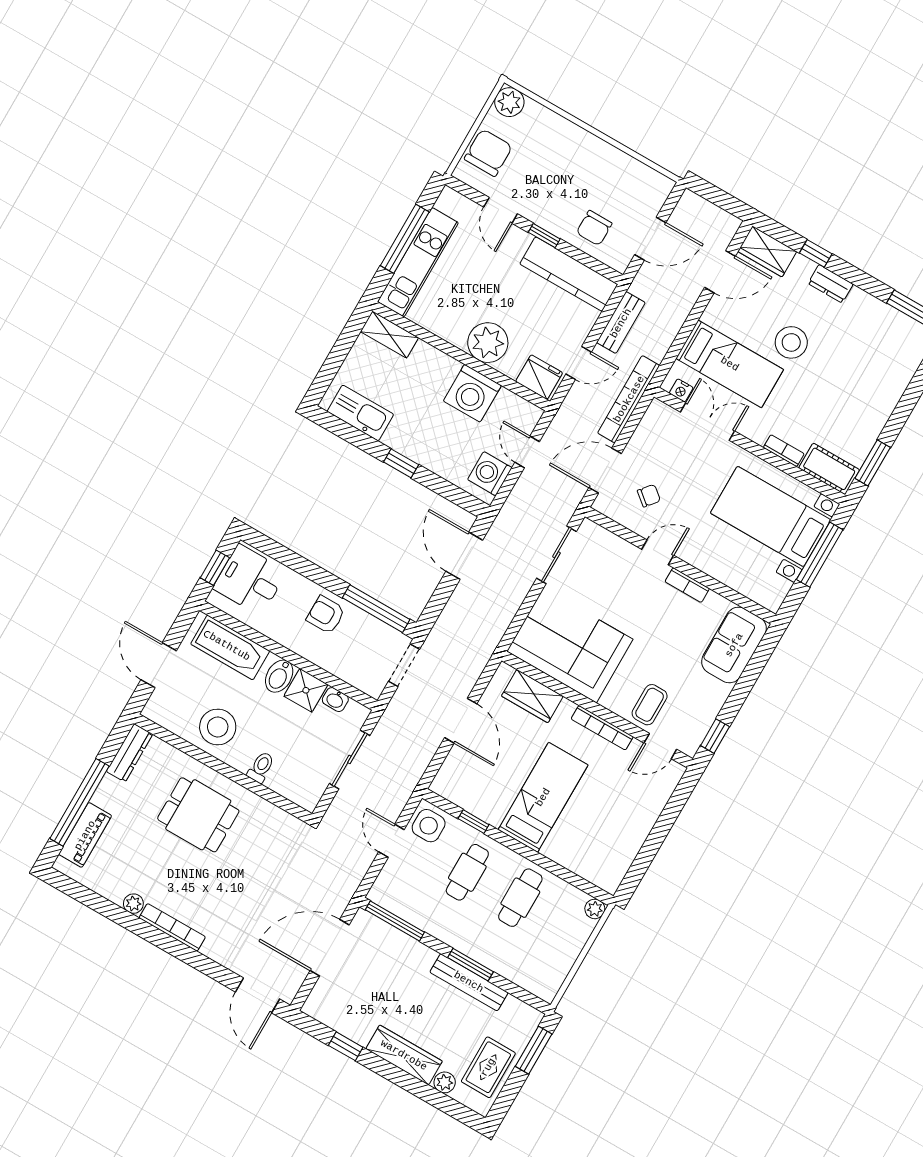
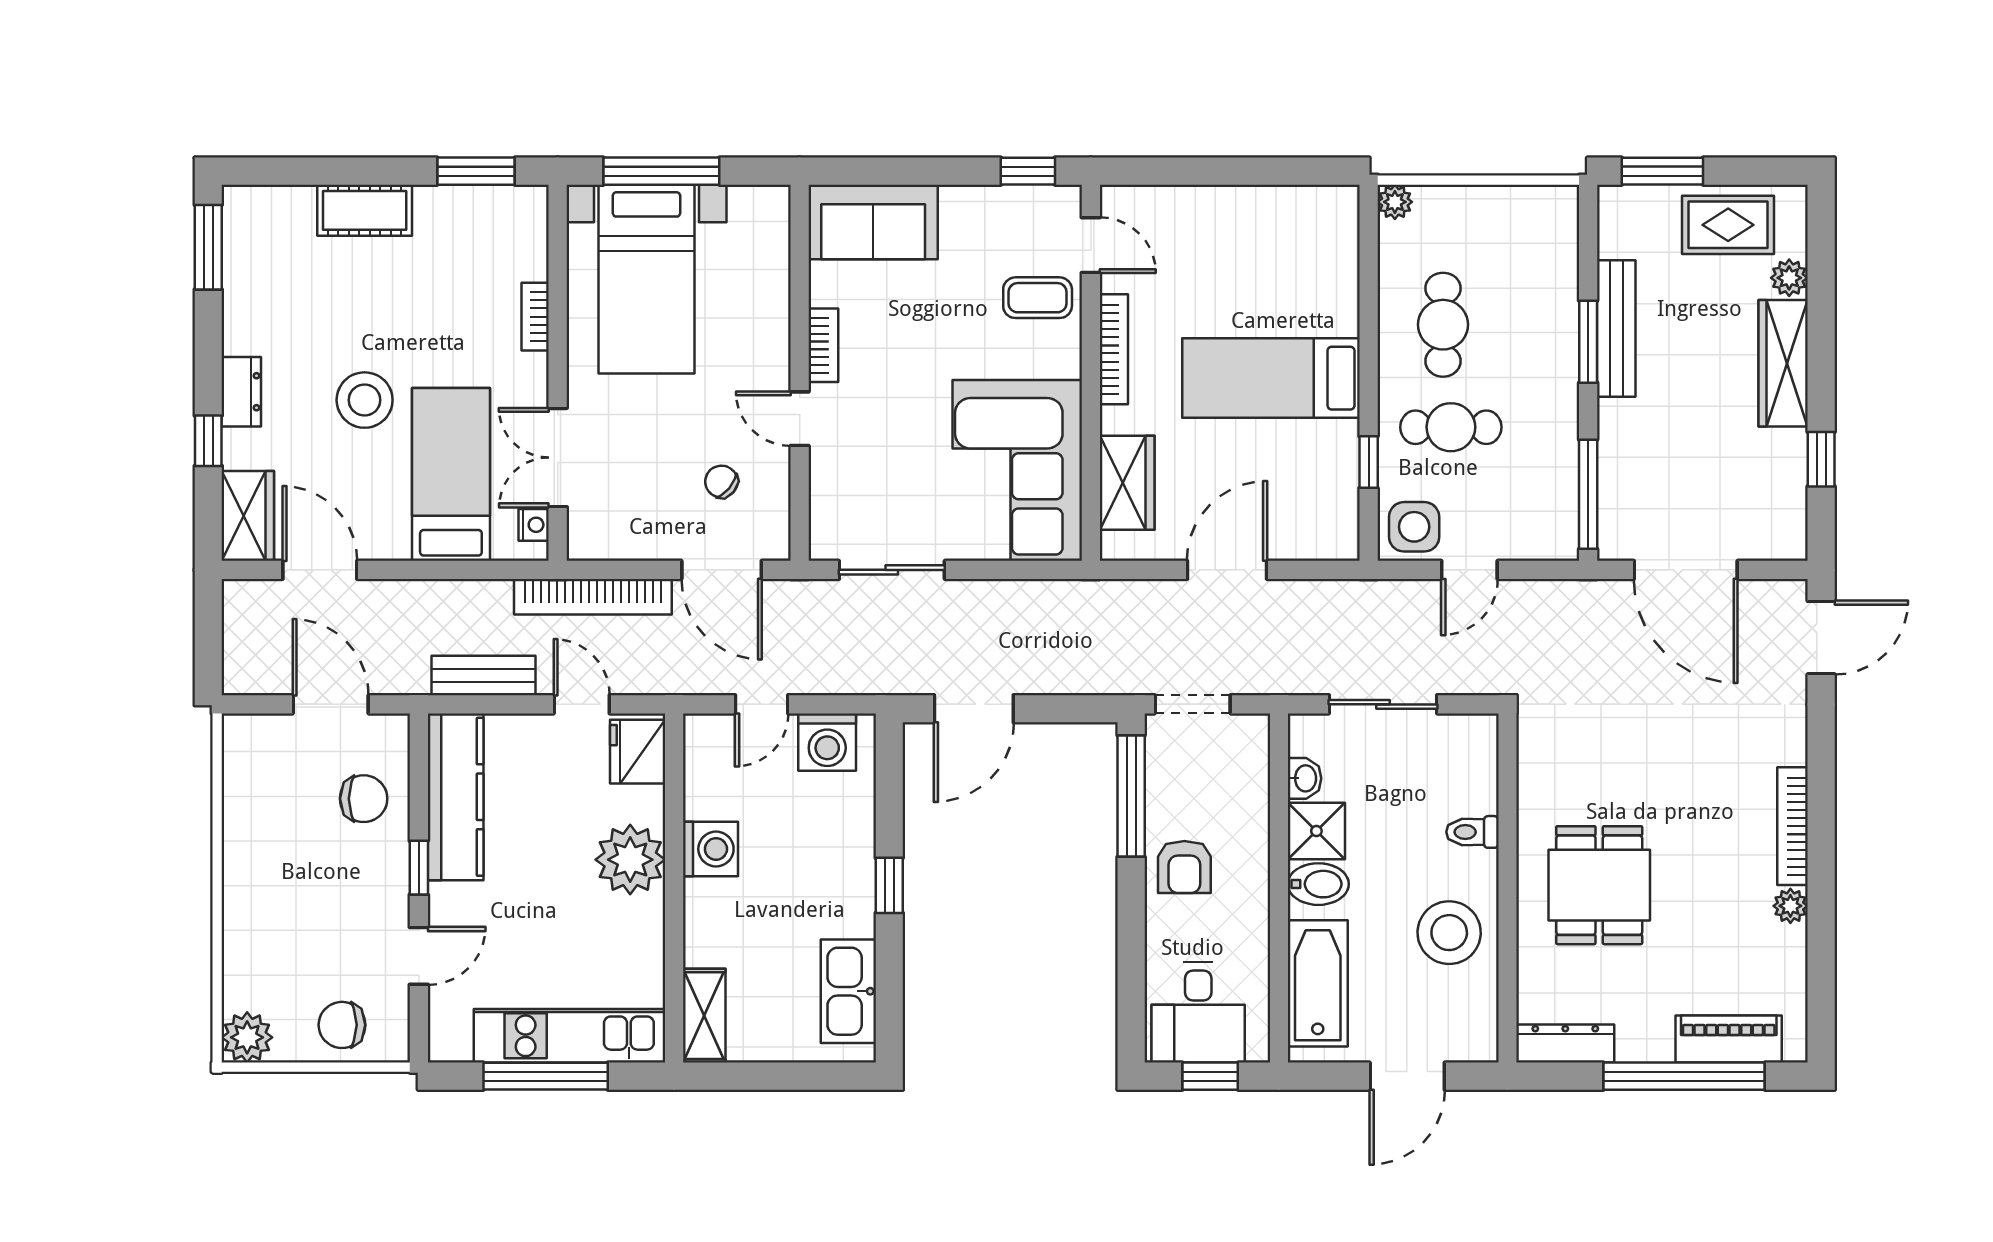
chair: (488, 153) -> (342, 1025), width x0.73, depth x0.73
washing machine: (472, 393) -> (710, 849), width x0.73, depth x0.73
cot: (829, 469) -> (365, 210), moved, turned 90
cafe table: (520, 898) -> (1443, 325), turned 90

